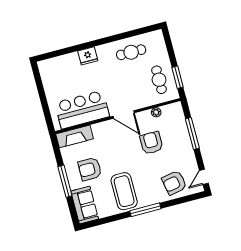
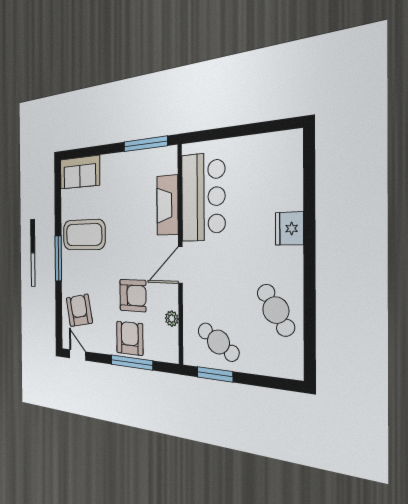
cafe table: (131, 52) -> (276, 310), turned -31
cafe table: (159, 80) -> (218, 342), turned 34
fireplace: (75, 136) -> (167, 205), moved
armchair: (90, 169) -> (130, 338), moved
window: (65, 181) -> (145, 144), moved

